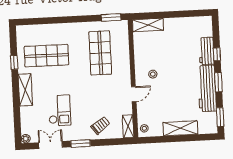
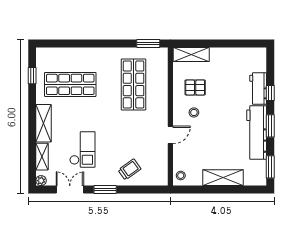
pallet: (153, 53) -> (195, 87), added
window: (14, 62) -> (32, 76), moved
shelving: (128, 126) -> (42, 157), moved

